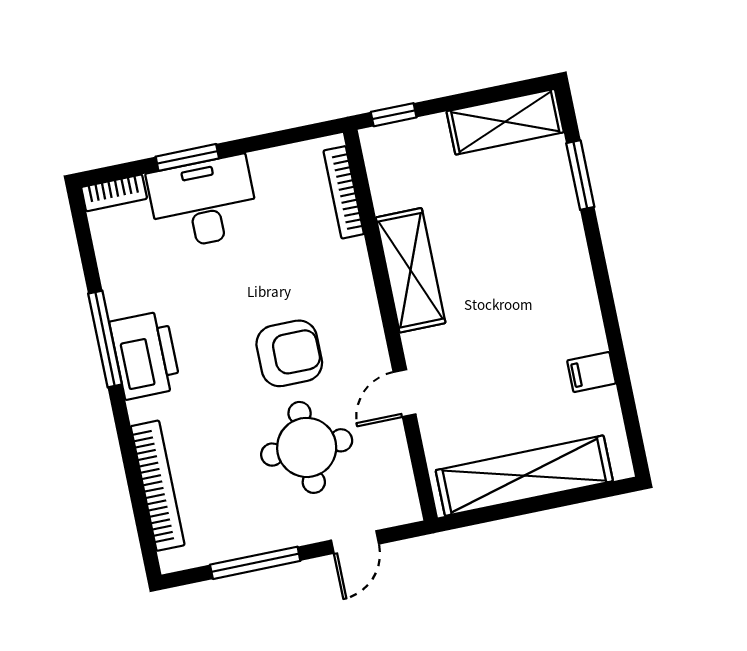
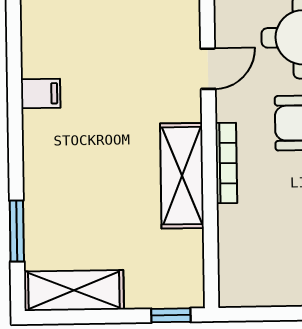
bookcase: (344, 192) -> (226, 163), moved
filing cabinet: (591, 372) -> (41, 93), moved

